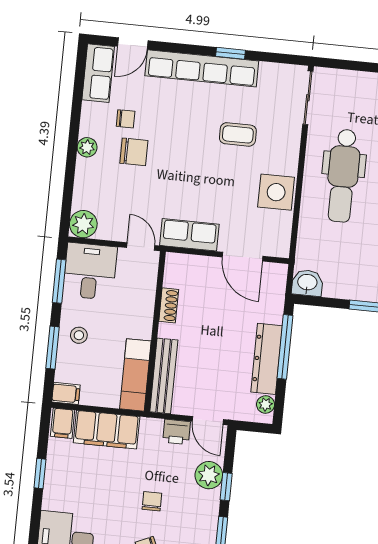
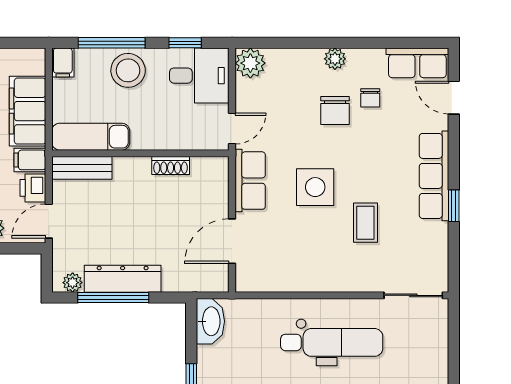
row of seats: (202, 68) -> (434, 176), width x0.73
dental chair: (343, 176) -> (332, 342), turned 180
side table: (276, 192) -> (315, 187), moved
window: (59, 281) -> (185, 43), width x0.67
washbasin: (307, 283) -> (210, 321), width x1.38
stool: (79, 335) -> (128, 70), width x1.89, depth x1.89
window: (285, 347) -> (113, 297), moved
window: (53, 348) -> (112, 43), width x1.44
bench: (164, 376) -> (82, 168), width x0.73
filing cabinet: (63, 423) -> (30, 160), moved

